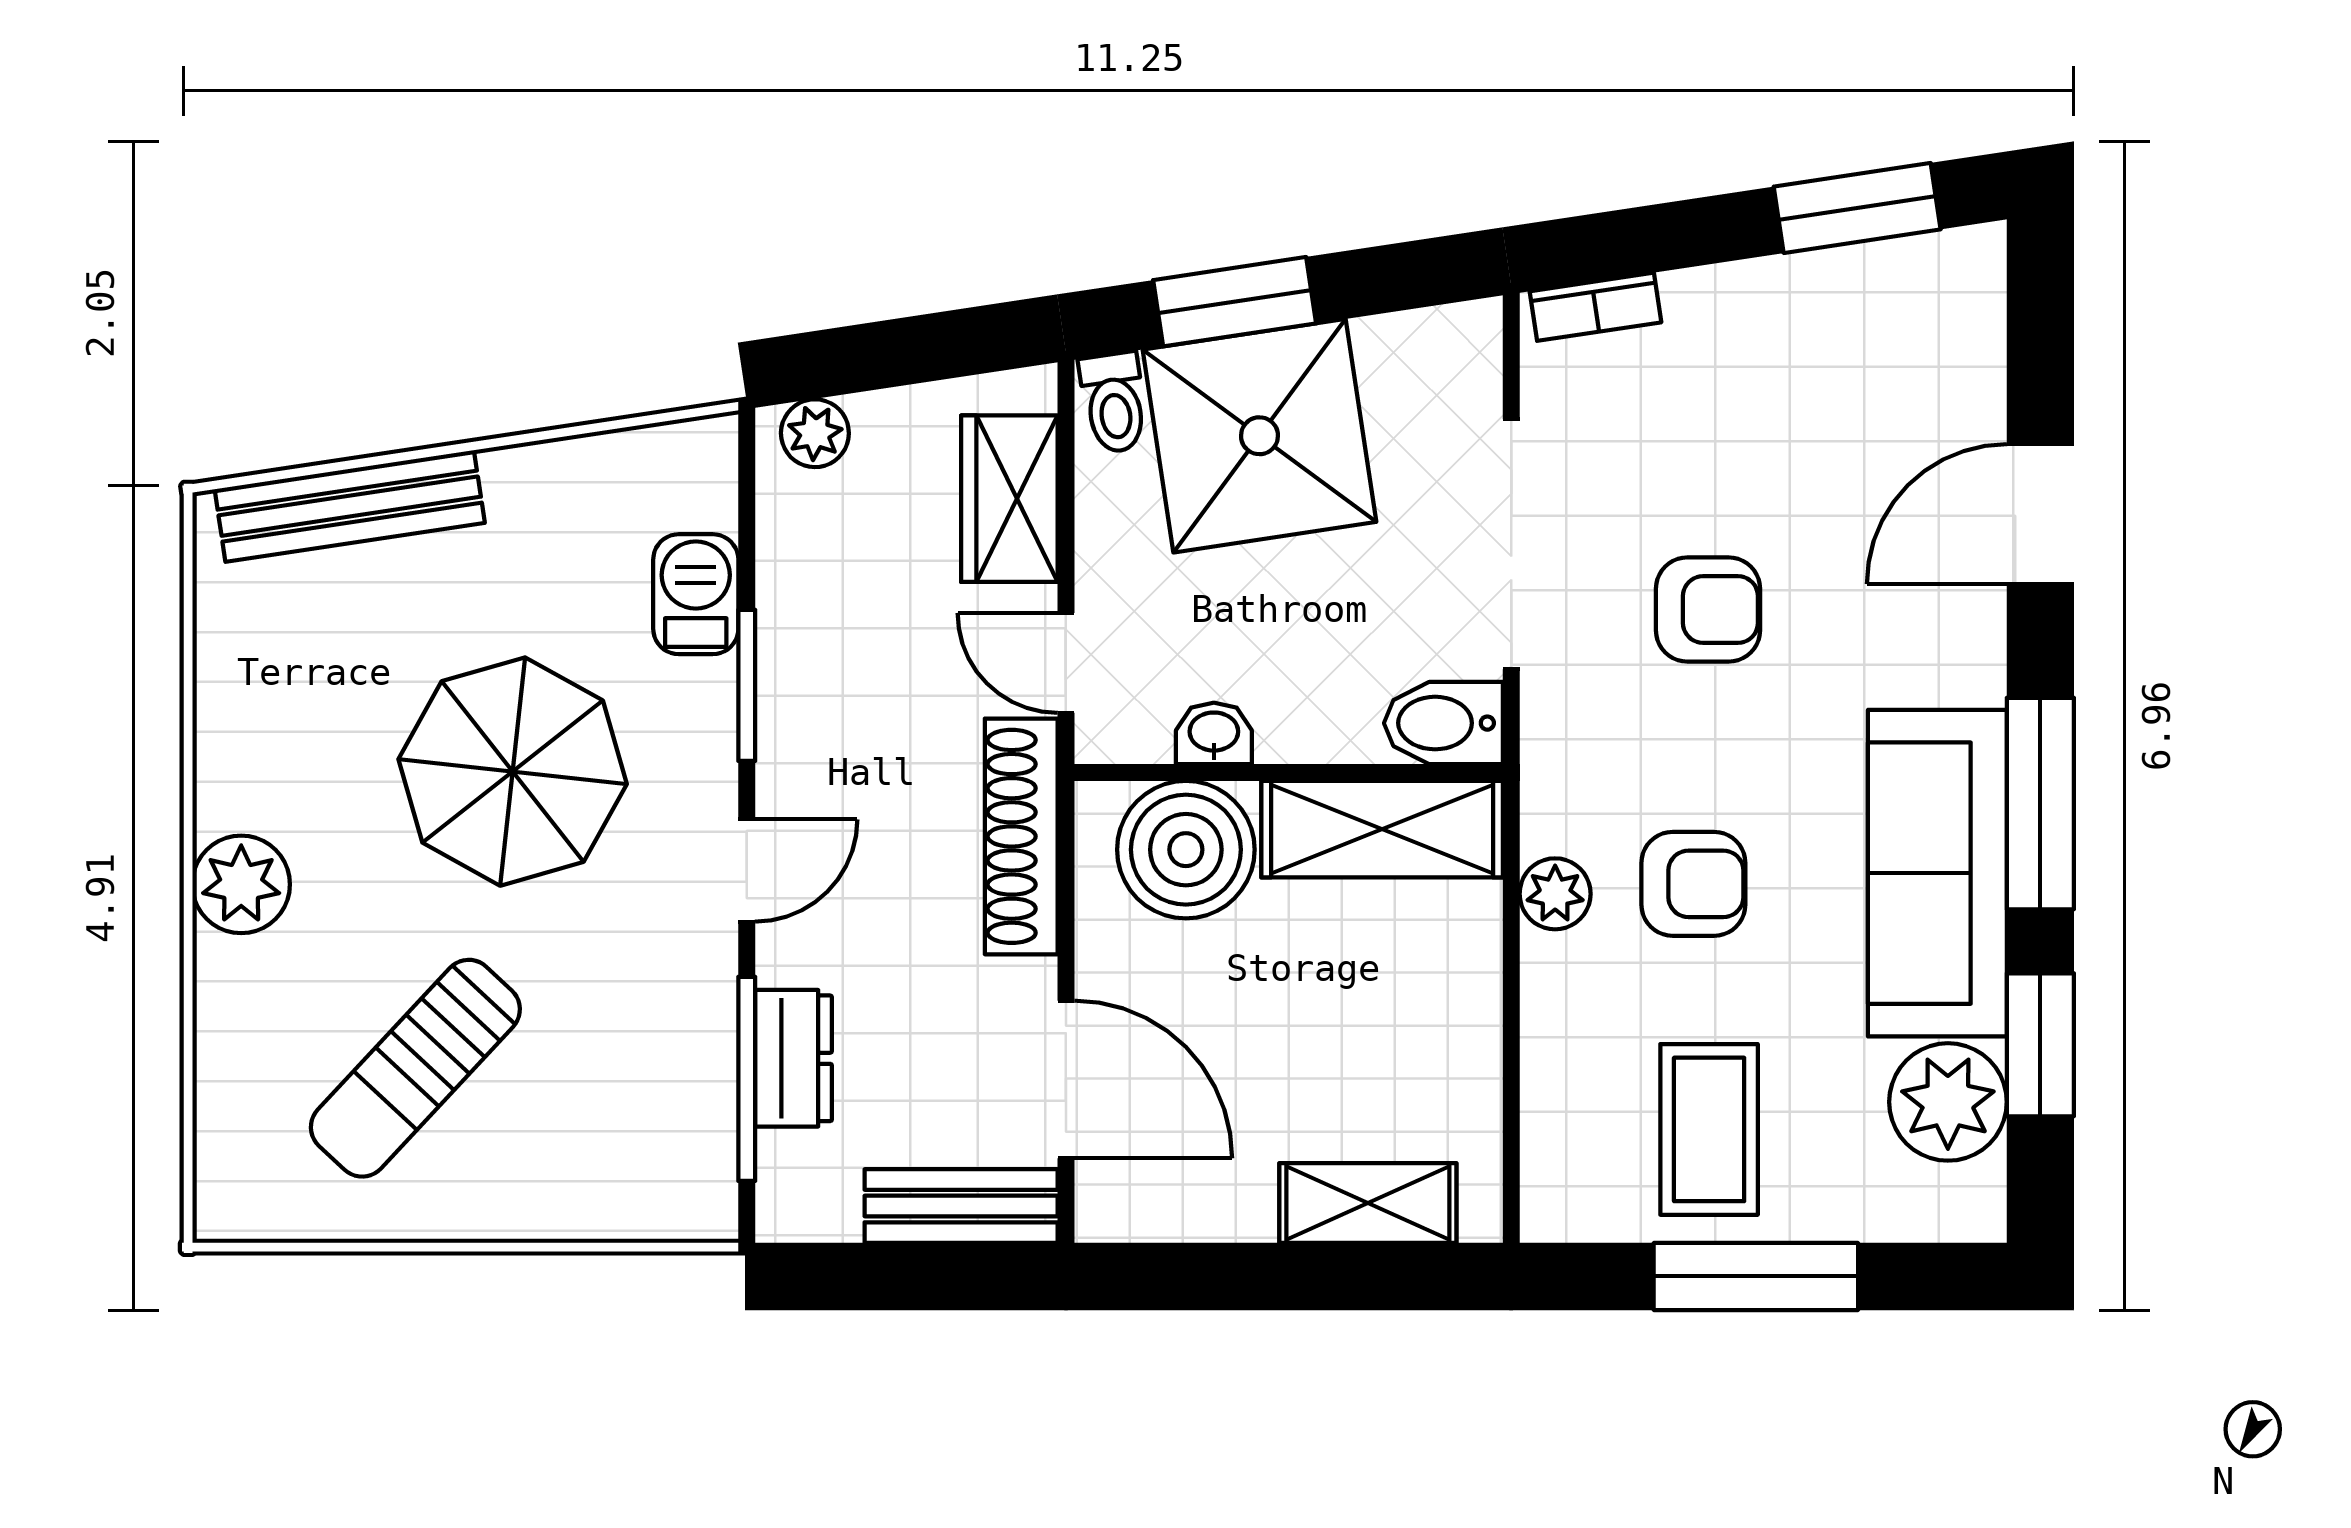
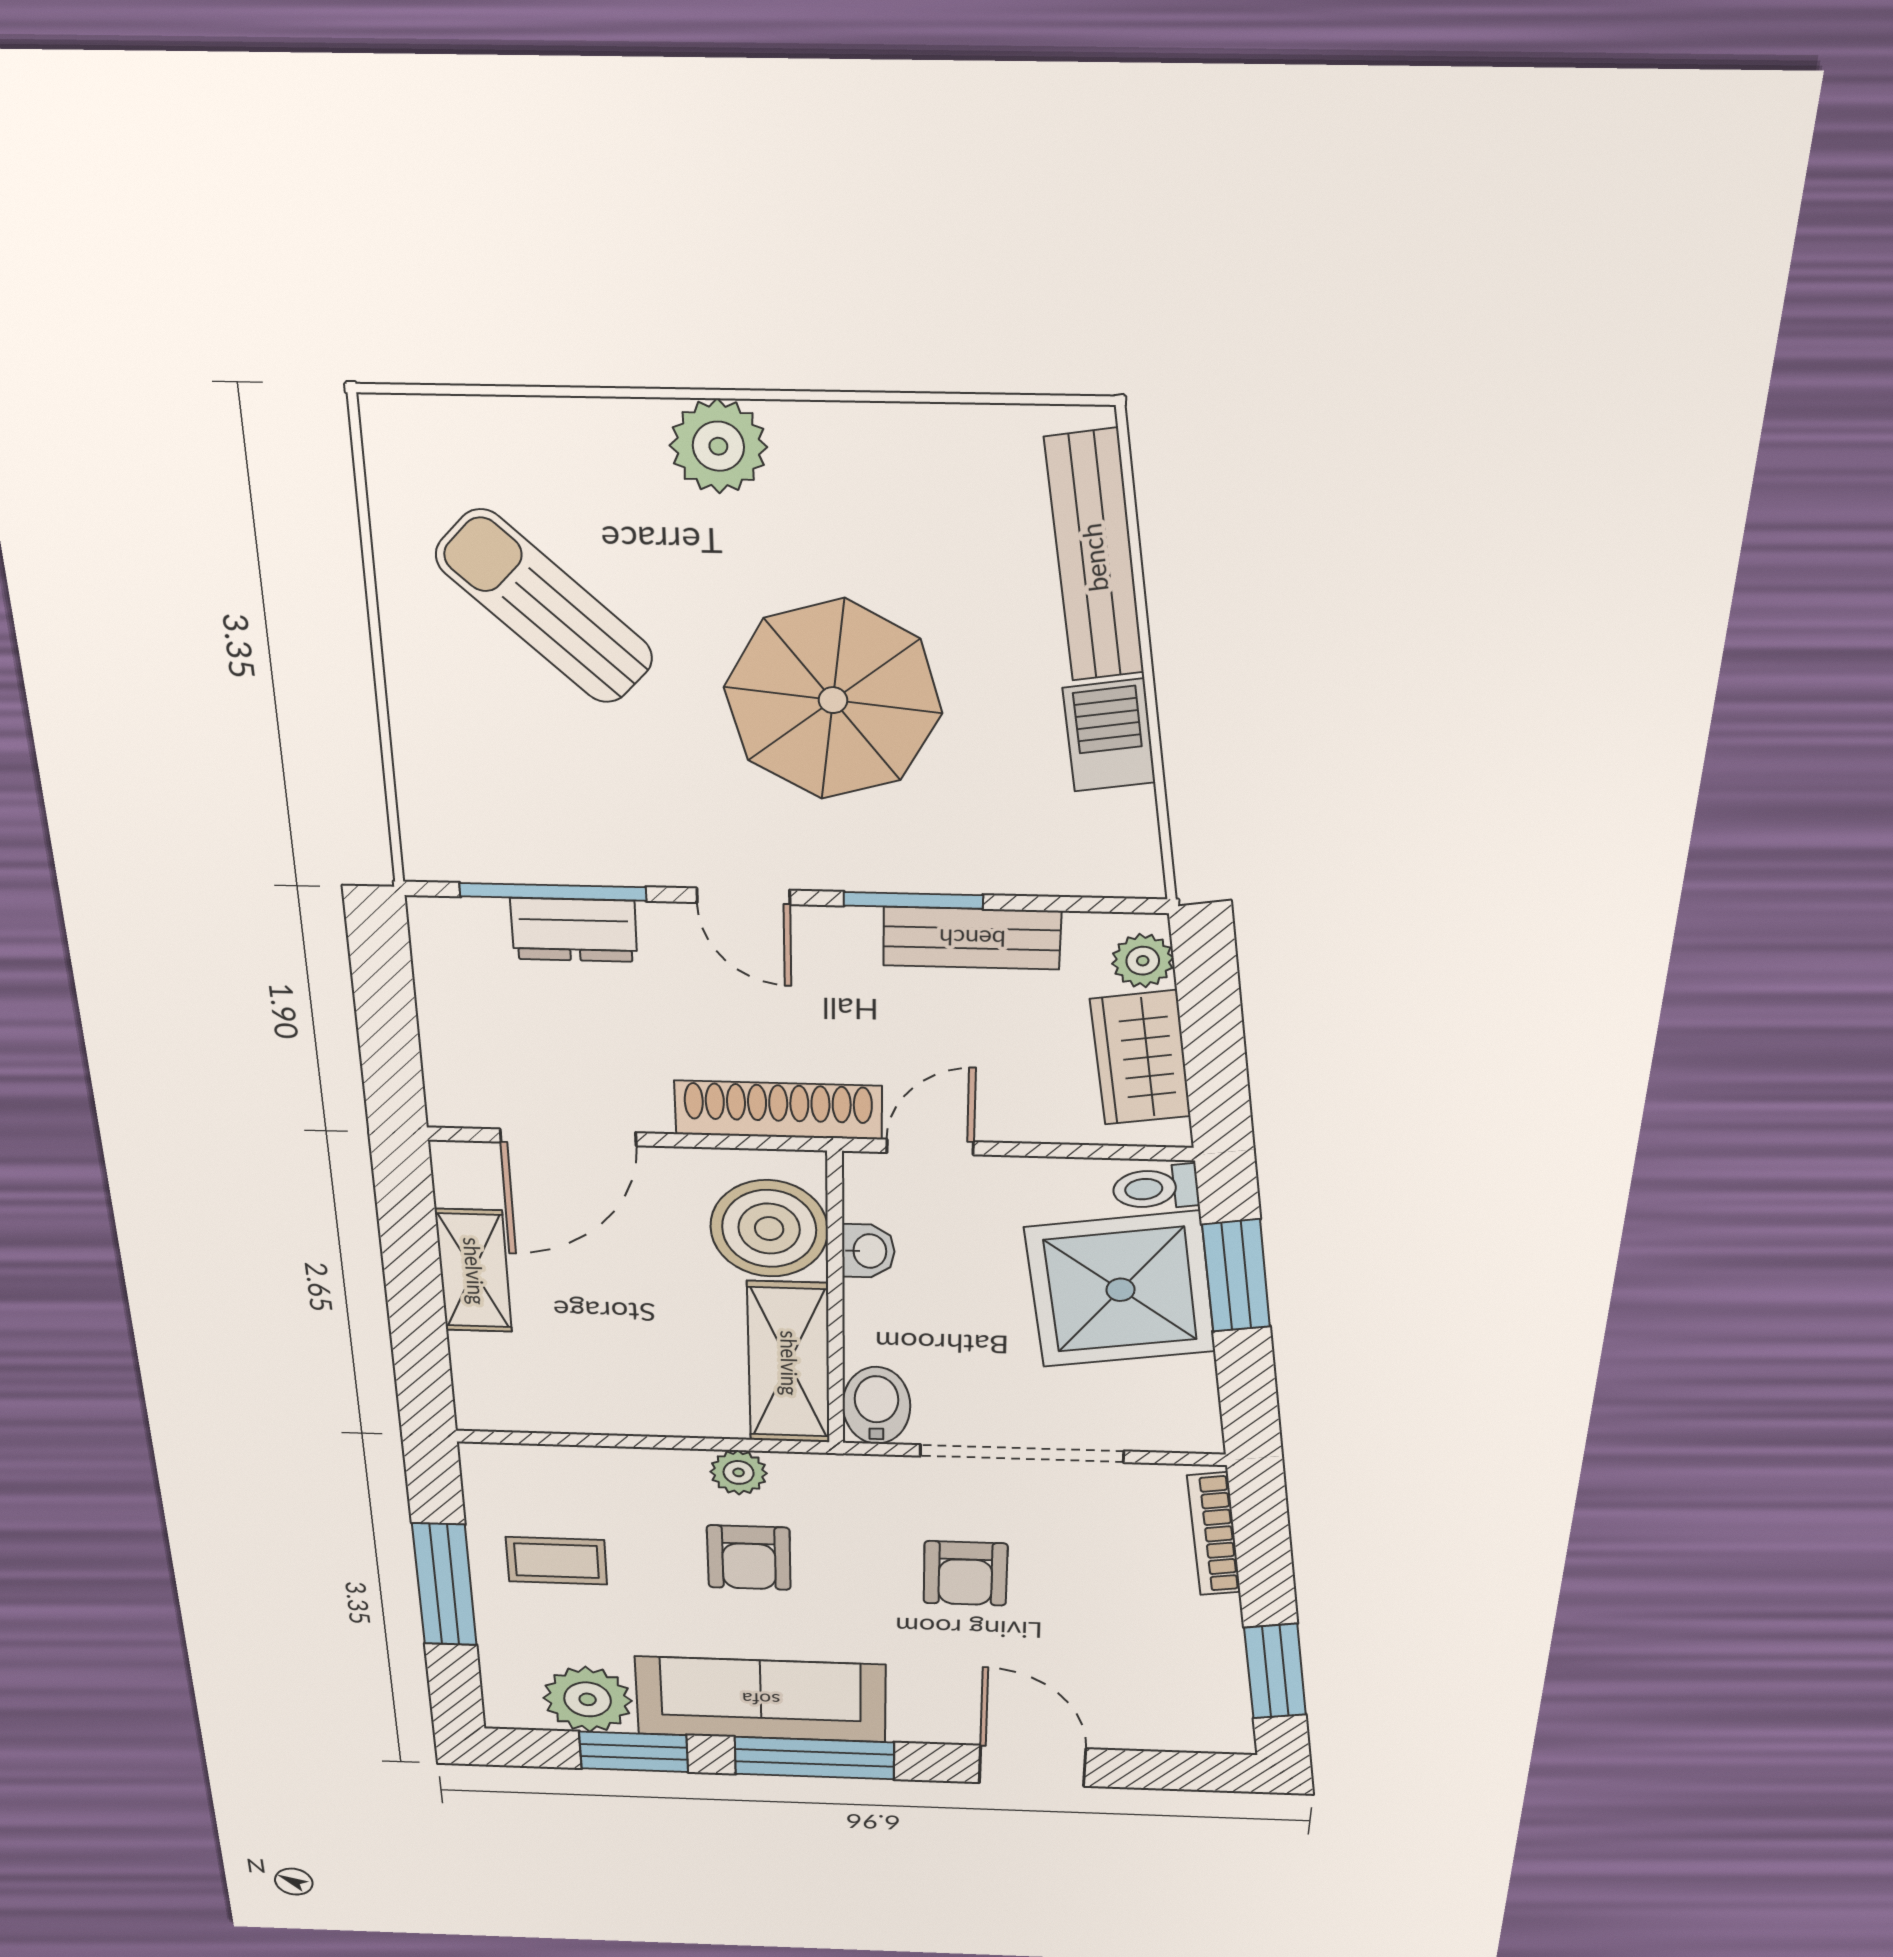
bookcase: (1595, 307) -> (1214, 1534), width x1.56
wardrobe: (1009, 499) -> (1141, 1058), moved, turned -99
barbecue: (696, 594) -> (1109, 735), moved, turned -99
coffee table: (1709, 1129) -> (557, 1561), width x0.73, depth x0.77
shelving: (1368, 1203) -> (474, 1271), moved
bench: (961, 1206) -> (972, 938), moved, turned 90

